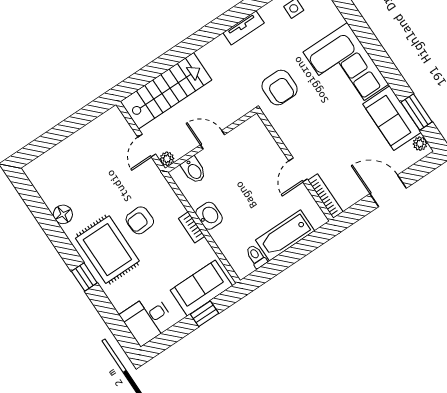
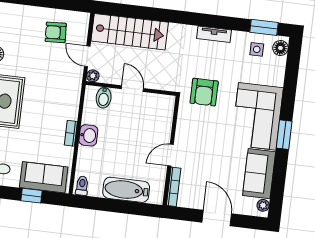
window: (417, 112) -> (284, 135), moved
door: (147, 146) -> (87, 56), hinge flipped
armchair: (140, 220) -> (56, 32), moved
toilet: (256, 256) -> (82, 186), moved

